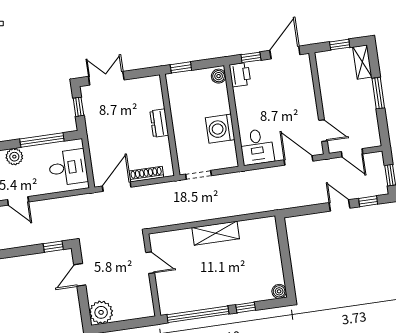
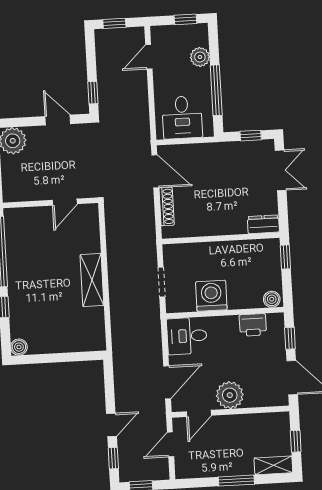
printer: (240, 75) -> (253, 325), moved
plant: (305, 105) -> (230, 395), added
dresser: (159, 123) -> (263, 224), moved
doorway: (198, 175) -> (161, 282), moved

